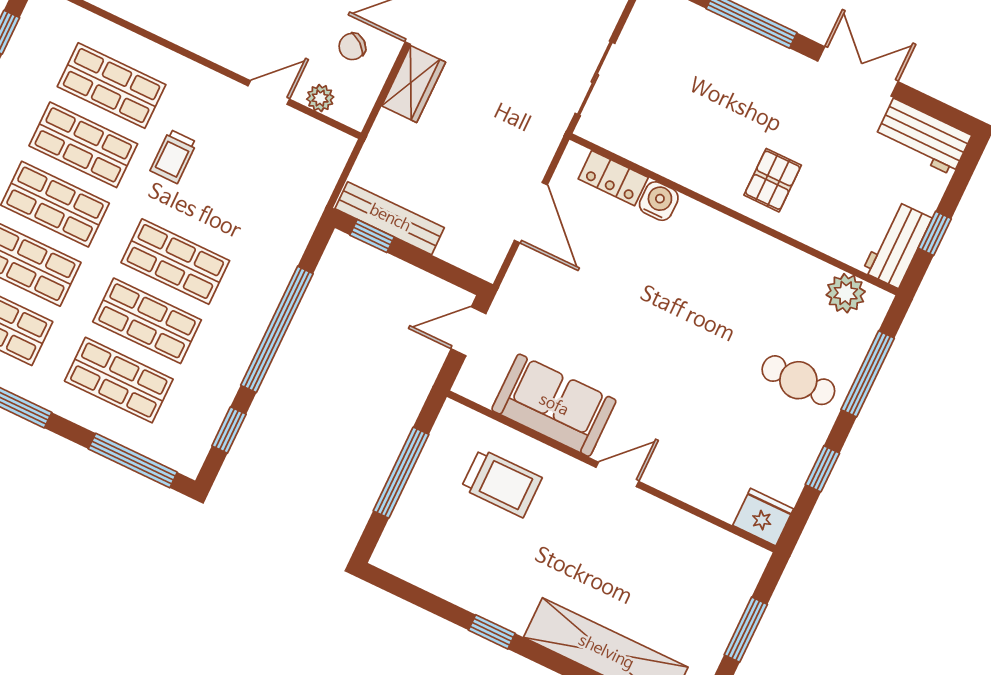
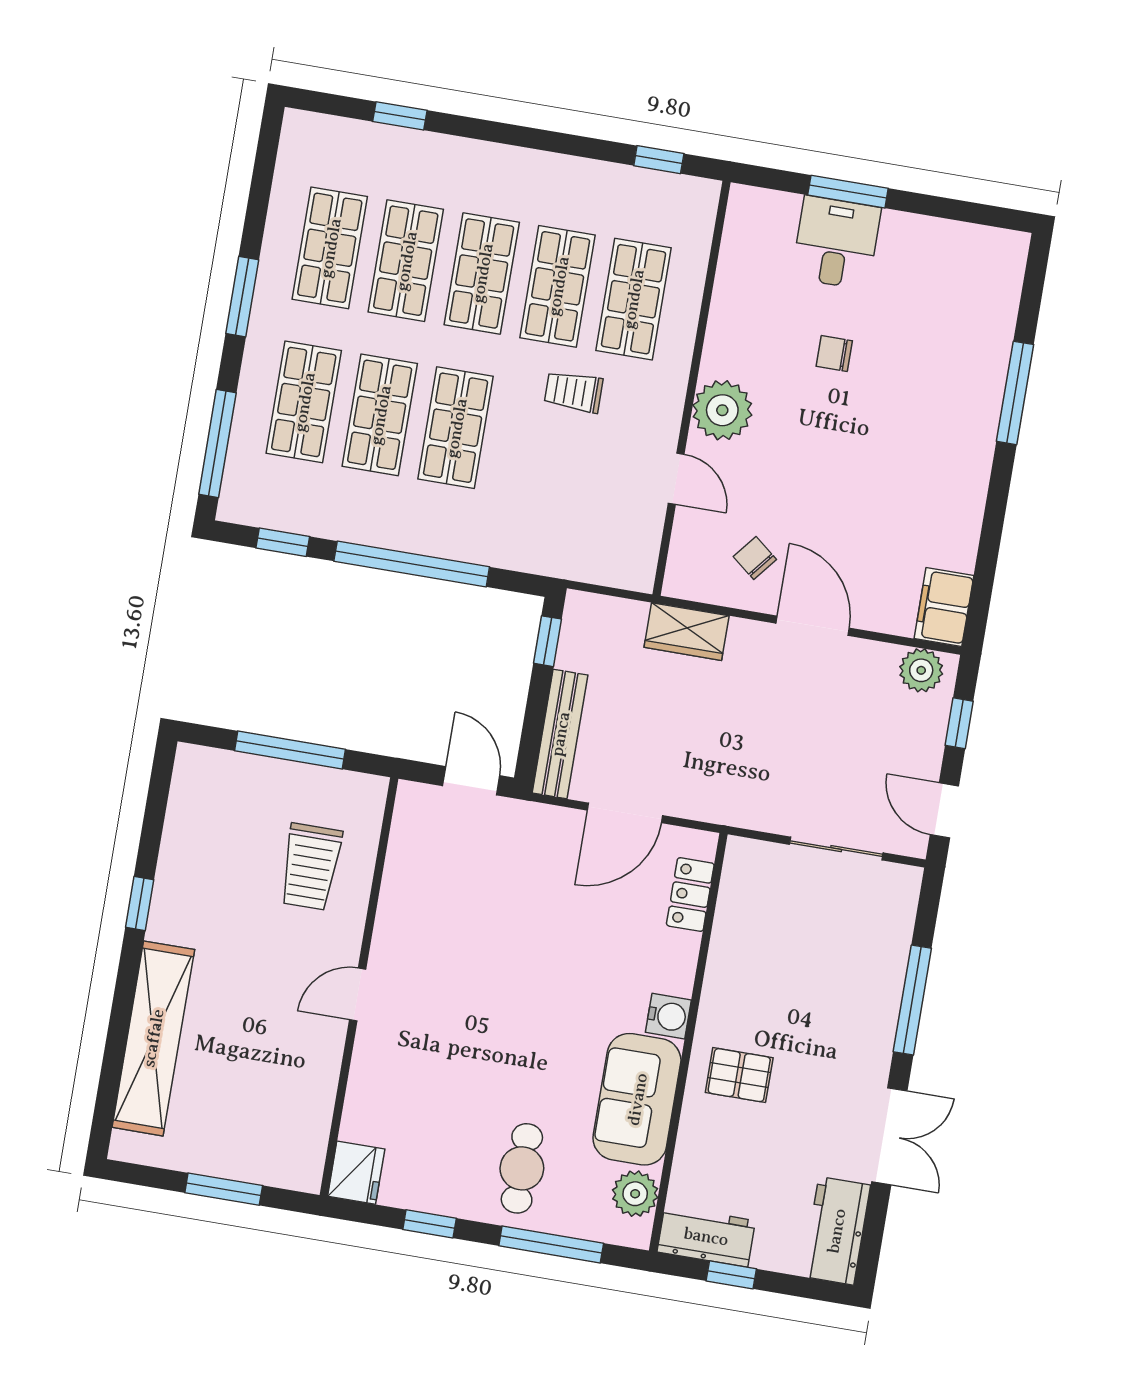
sliding door: (595, 78) -> (836, 849), moved
wardrobe: (414, 84) -> (687, 632), moved
plant: (320, 98) -> (722, 410), moved, width x1.88, depth x1.88
water cooler: (659, 201) -> (668, 1016), moved
bench: (390, 218) -> (560, 734), moved
sofa: (554, 405) -> (637, 1099), moved, turned 180
door: (617, 474) -> (358, 994), swing flipped

